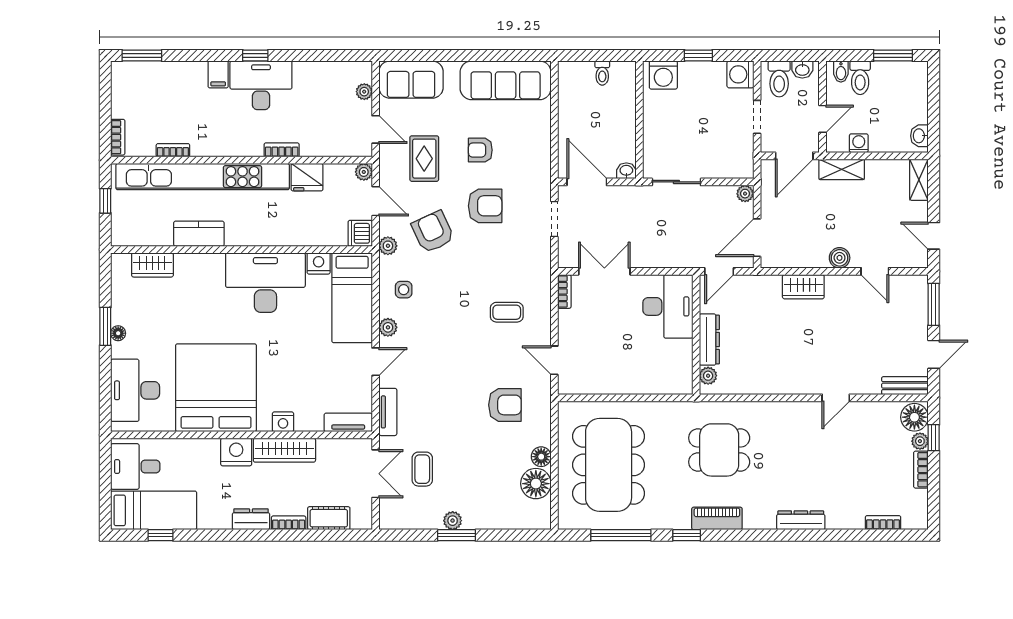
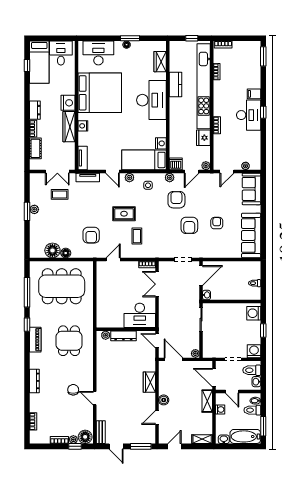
bathtub: (914, 92) -> (245, 436), added
rug: (424, 159) -> (124, 214), moved
armchair: (433, 232) -> (176, 200), turned -65
double door: (604, 271) -> (157, 284), swing flipped
desk: (265, 283) -> (151, 100), moved
chair: (819, 441) -> (73, 390), added

